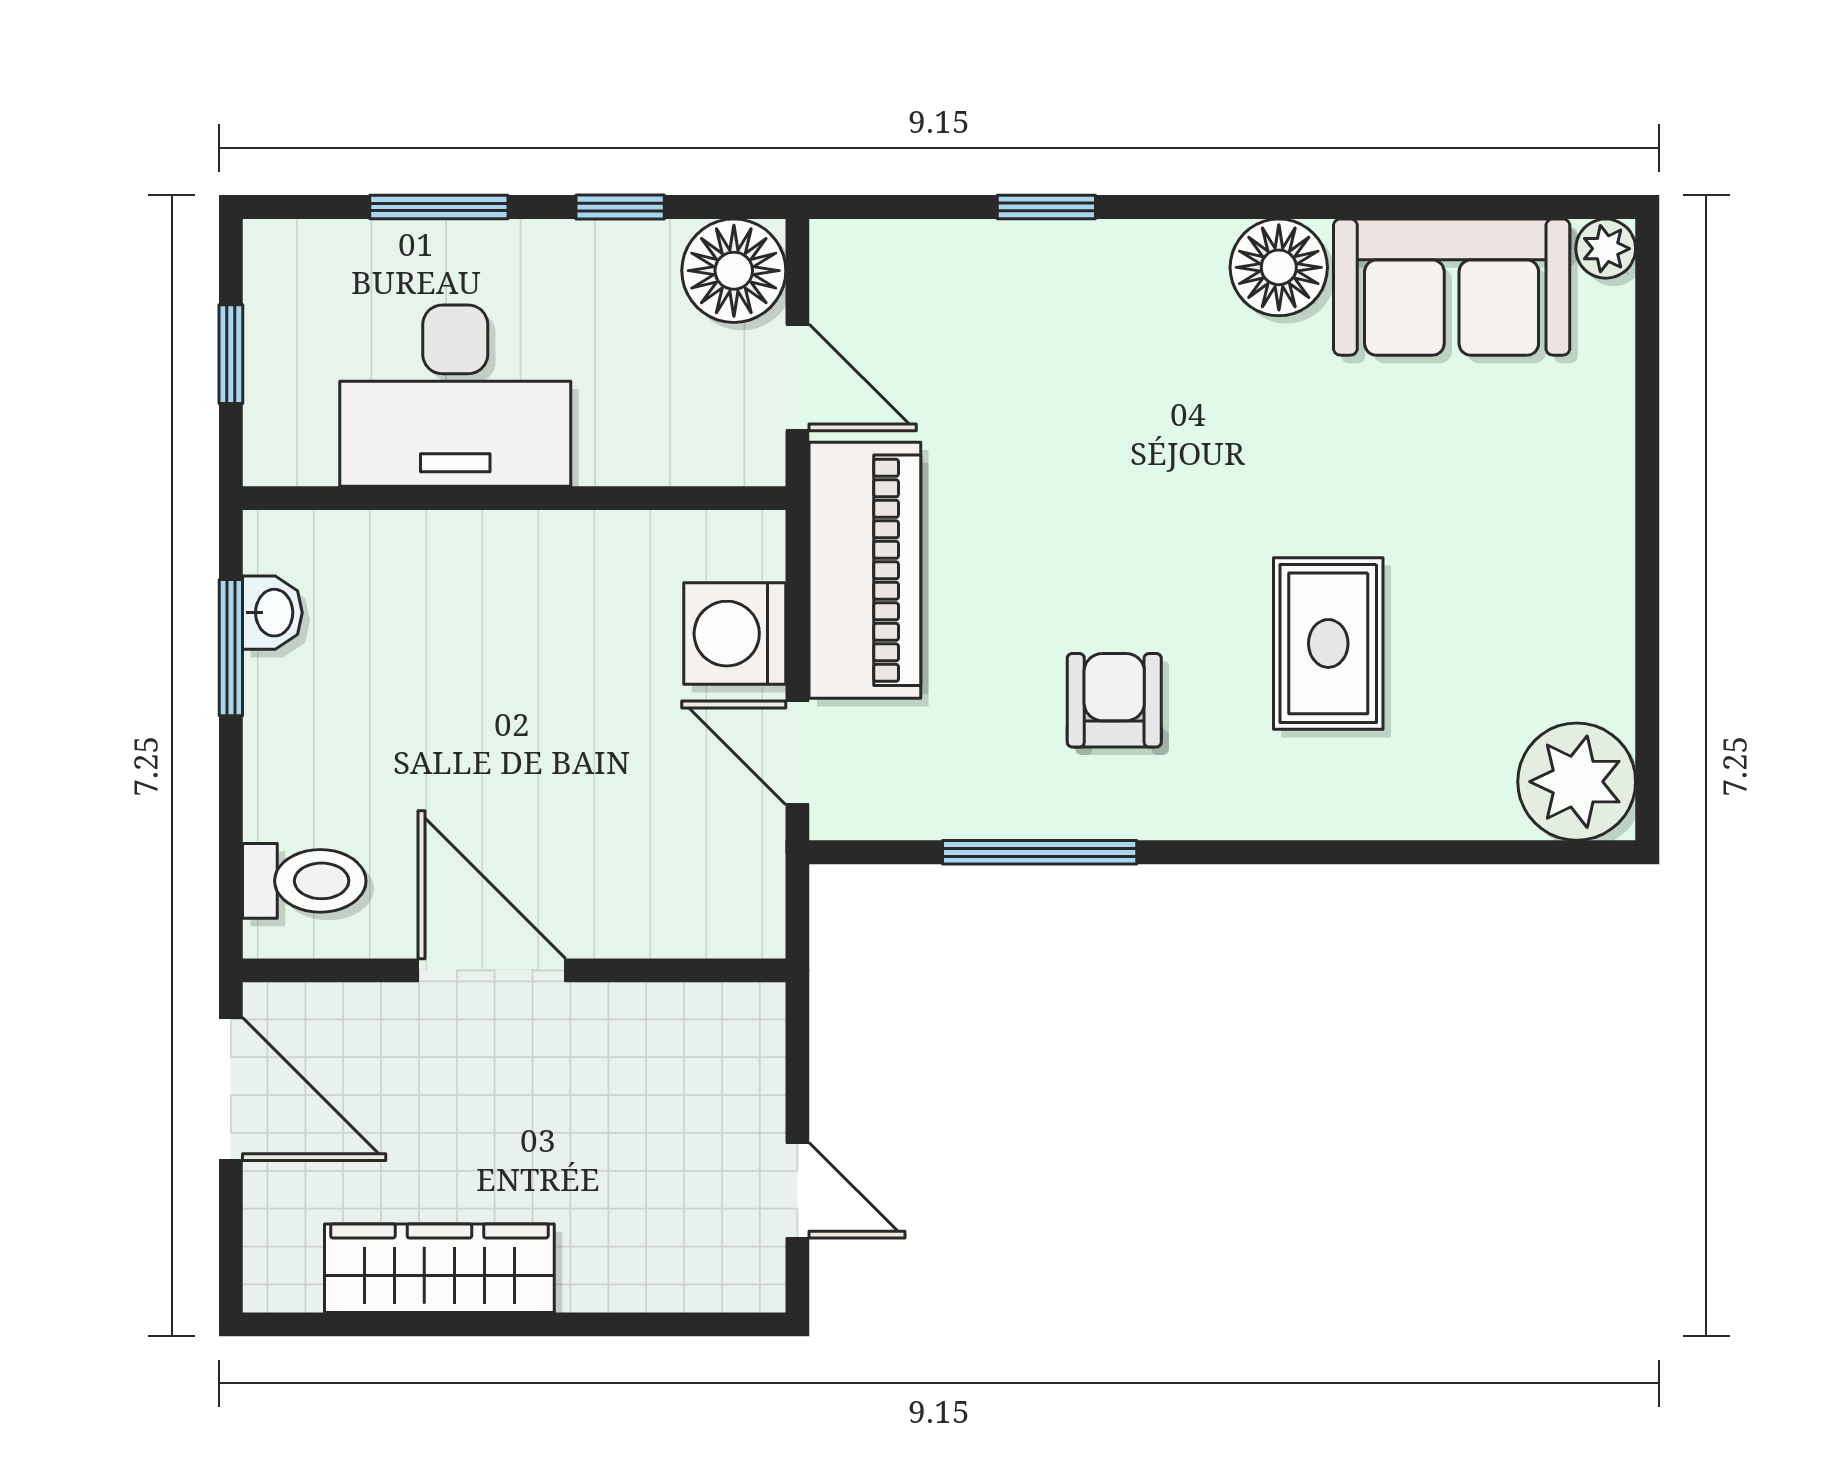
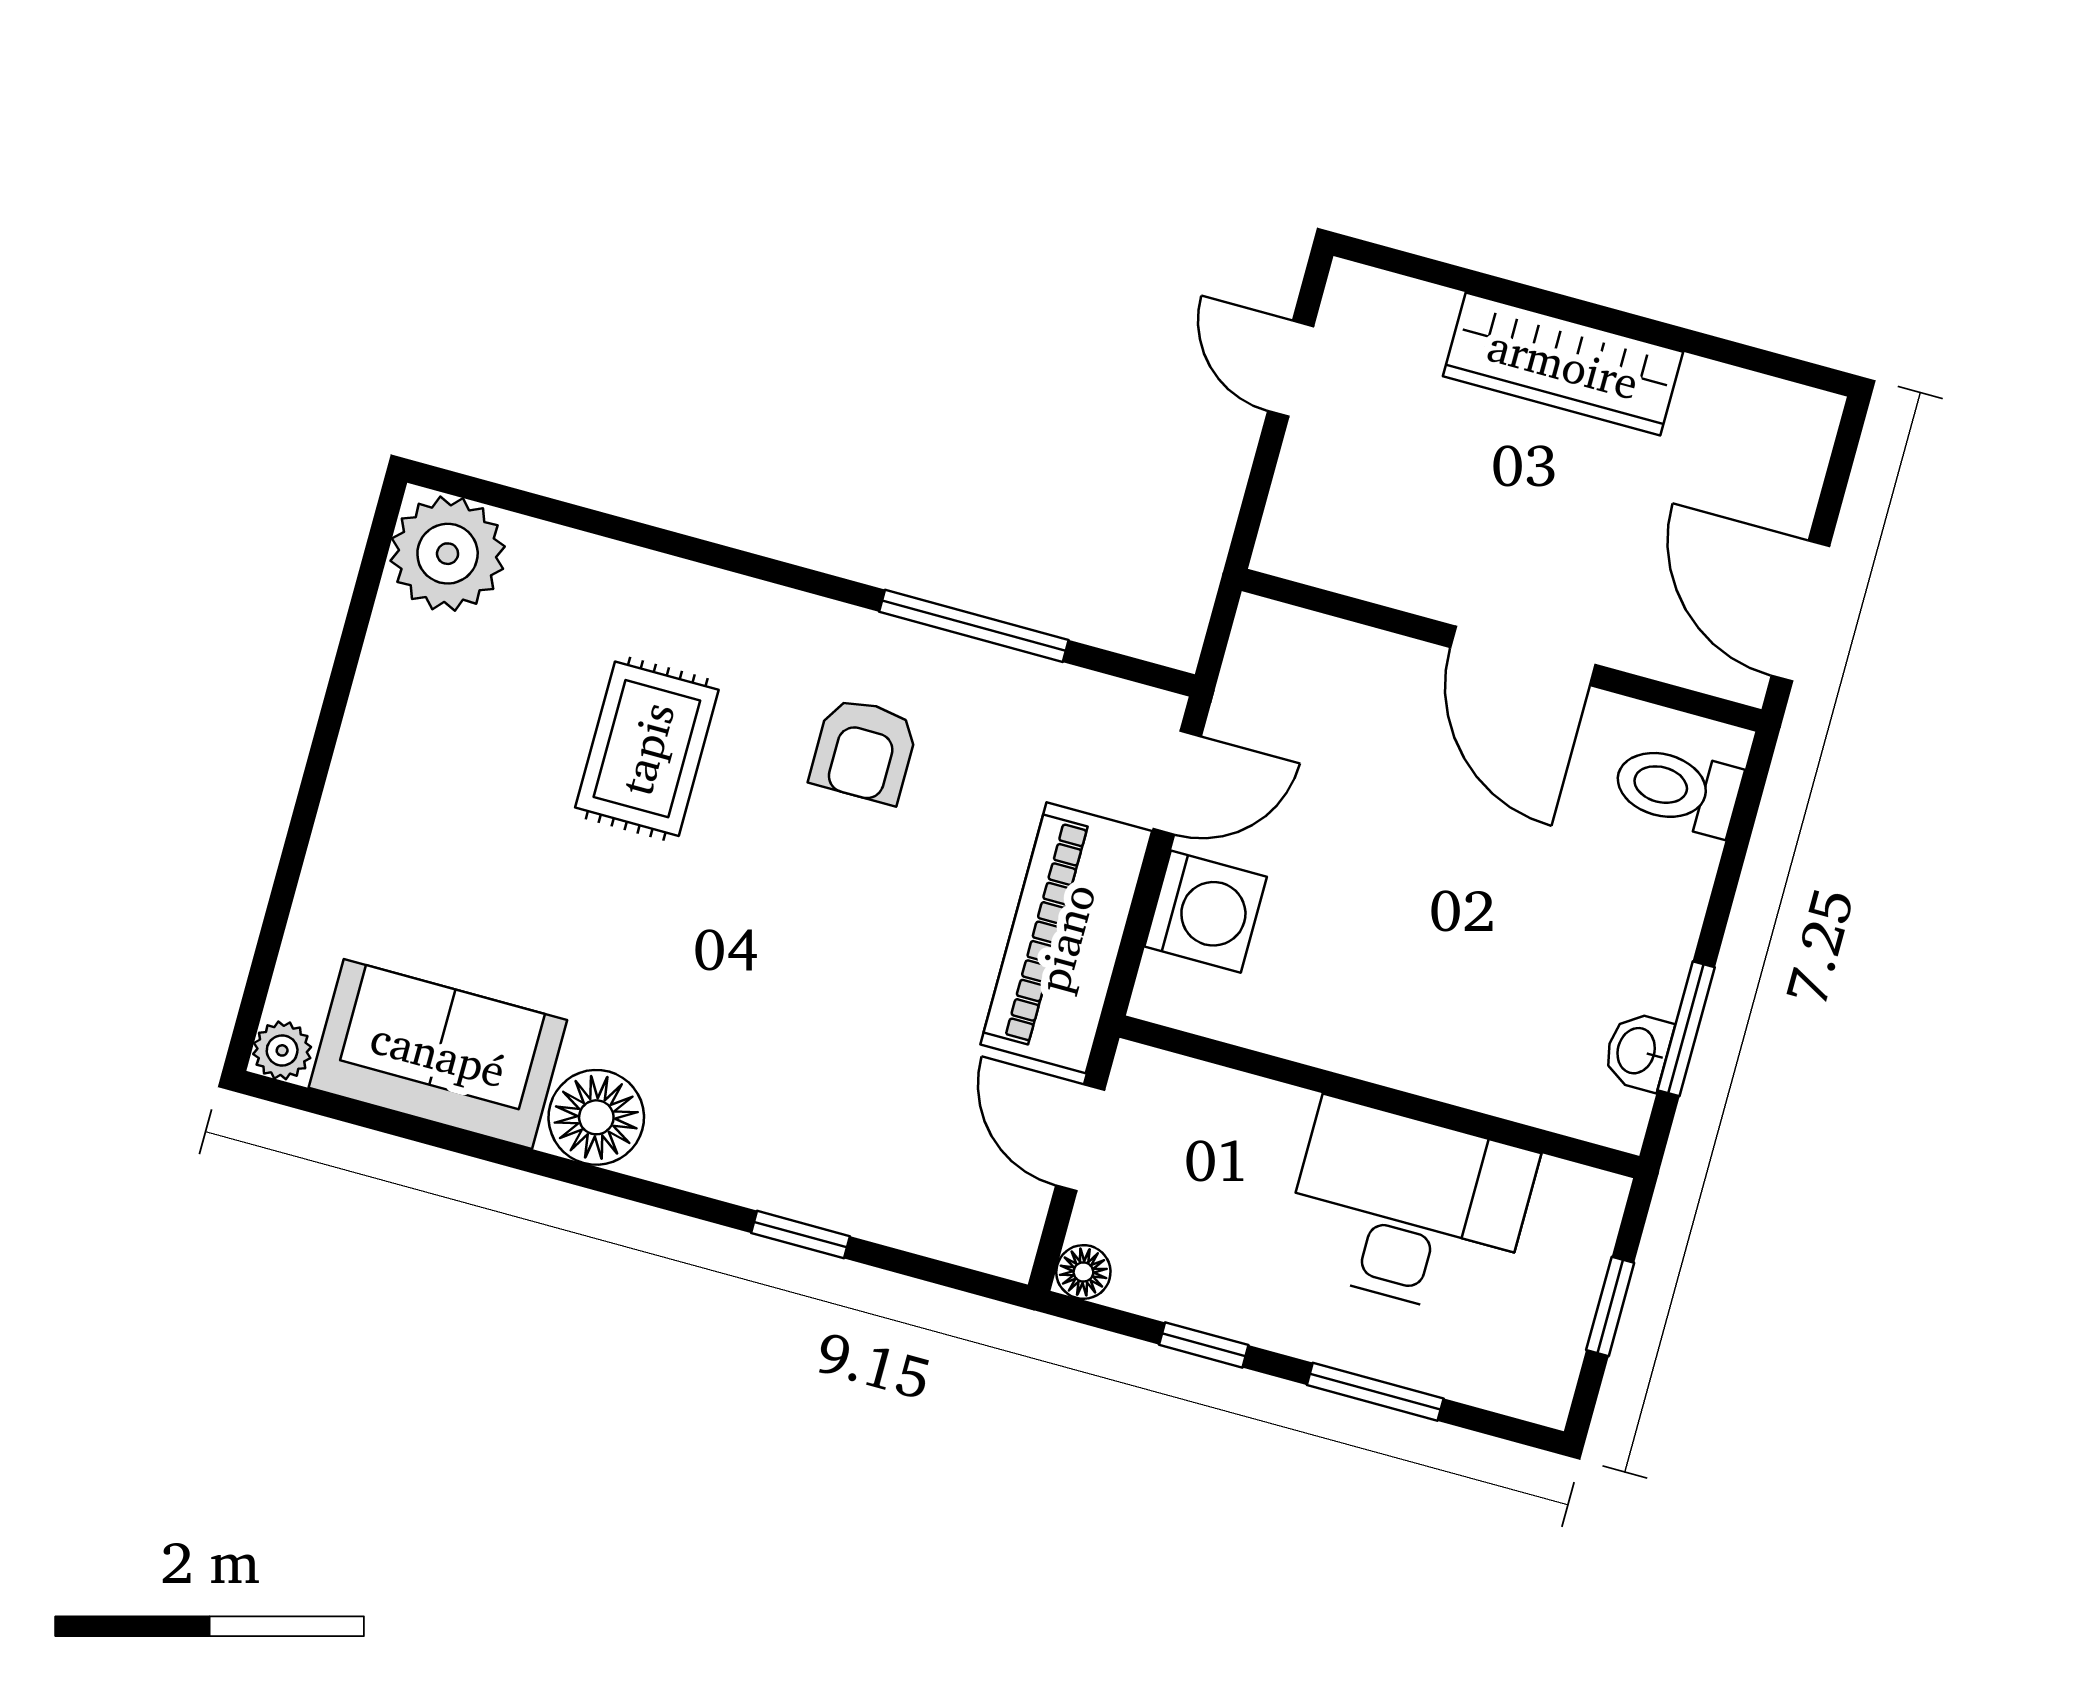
floor lamp: (734, 271) -> (1083, 1272), width x0.53, depth x0.53
door: (797, 753) -> (1177, 783), hinge flipped
wardrobe: (439, 1268) -> (1563, 364), moved

